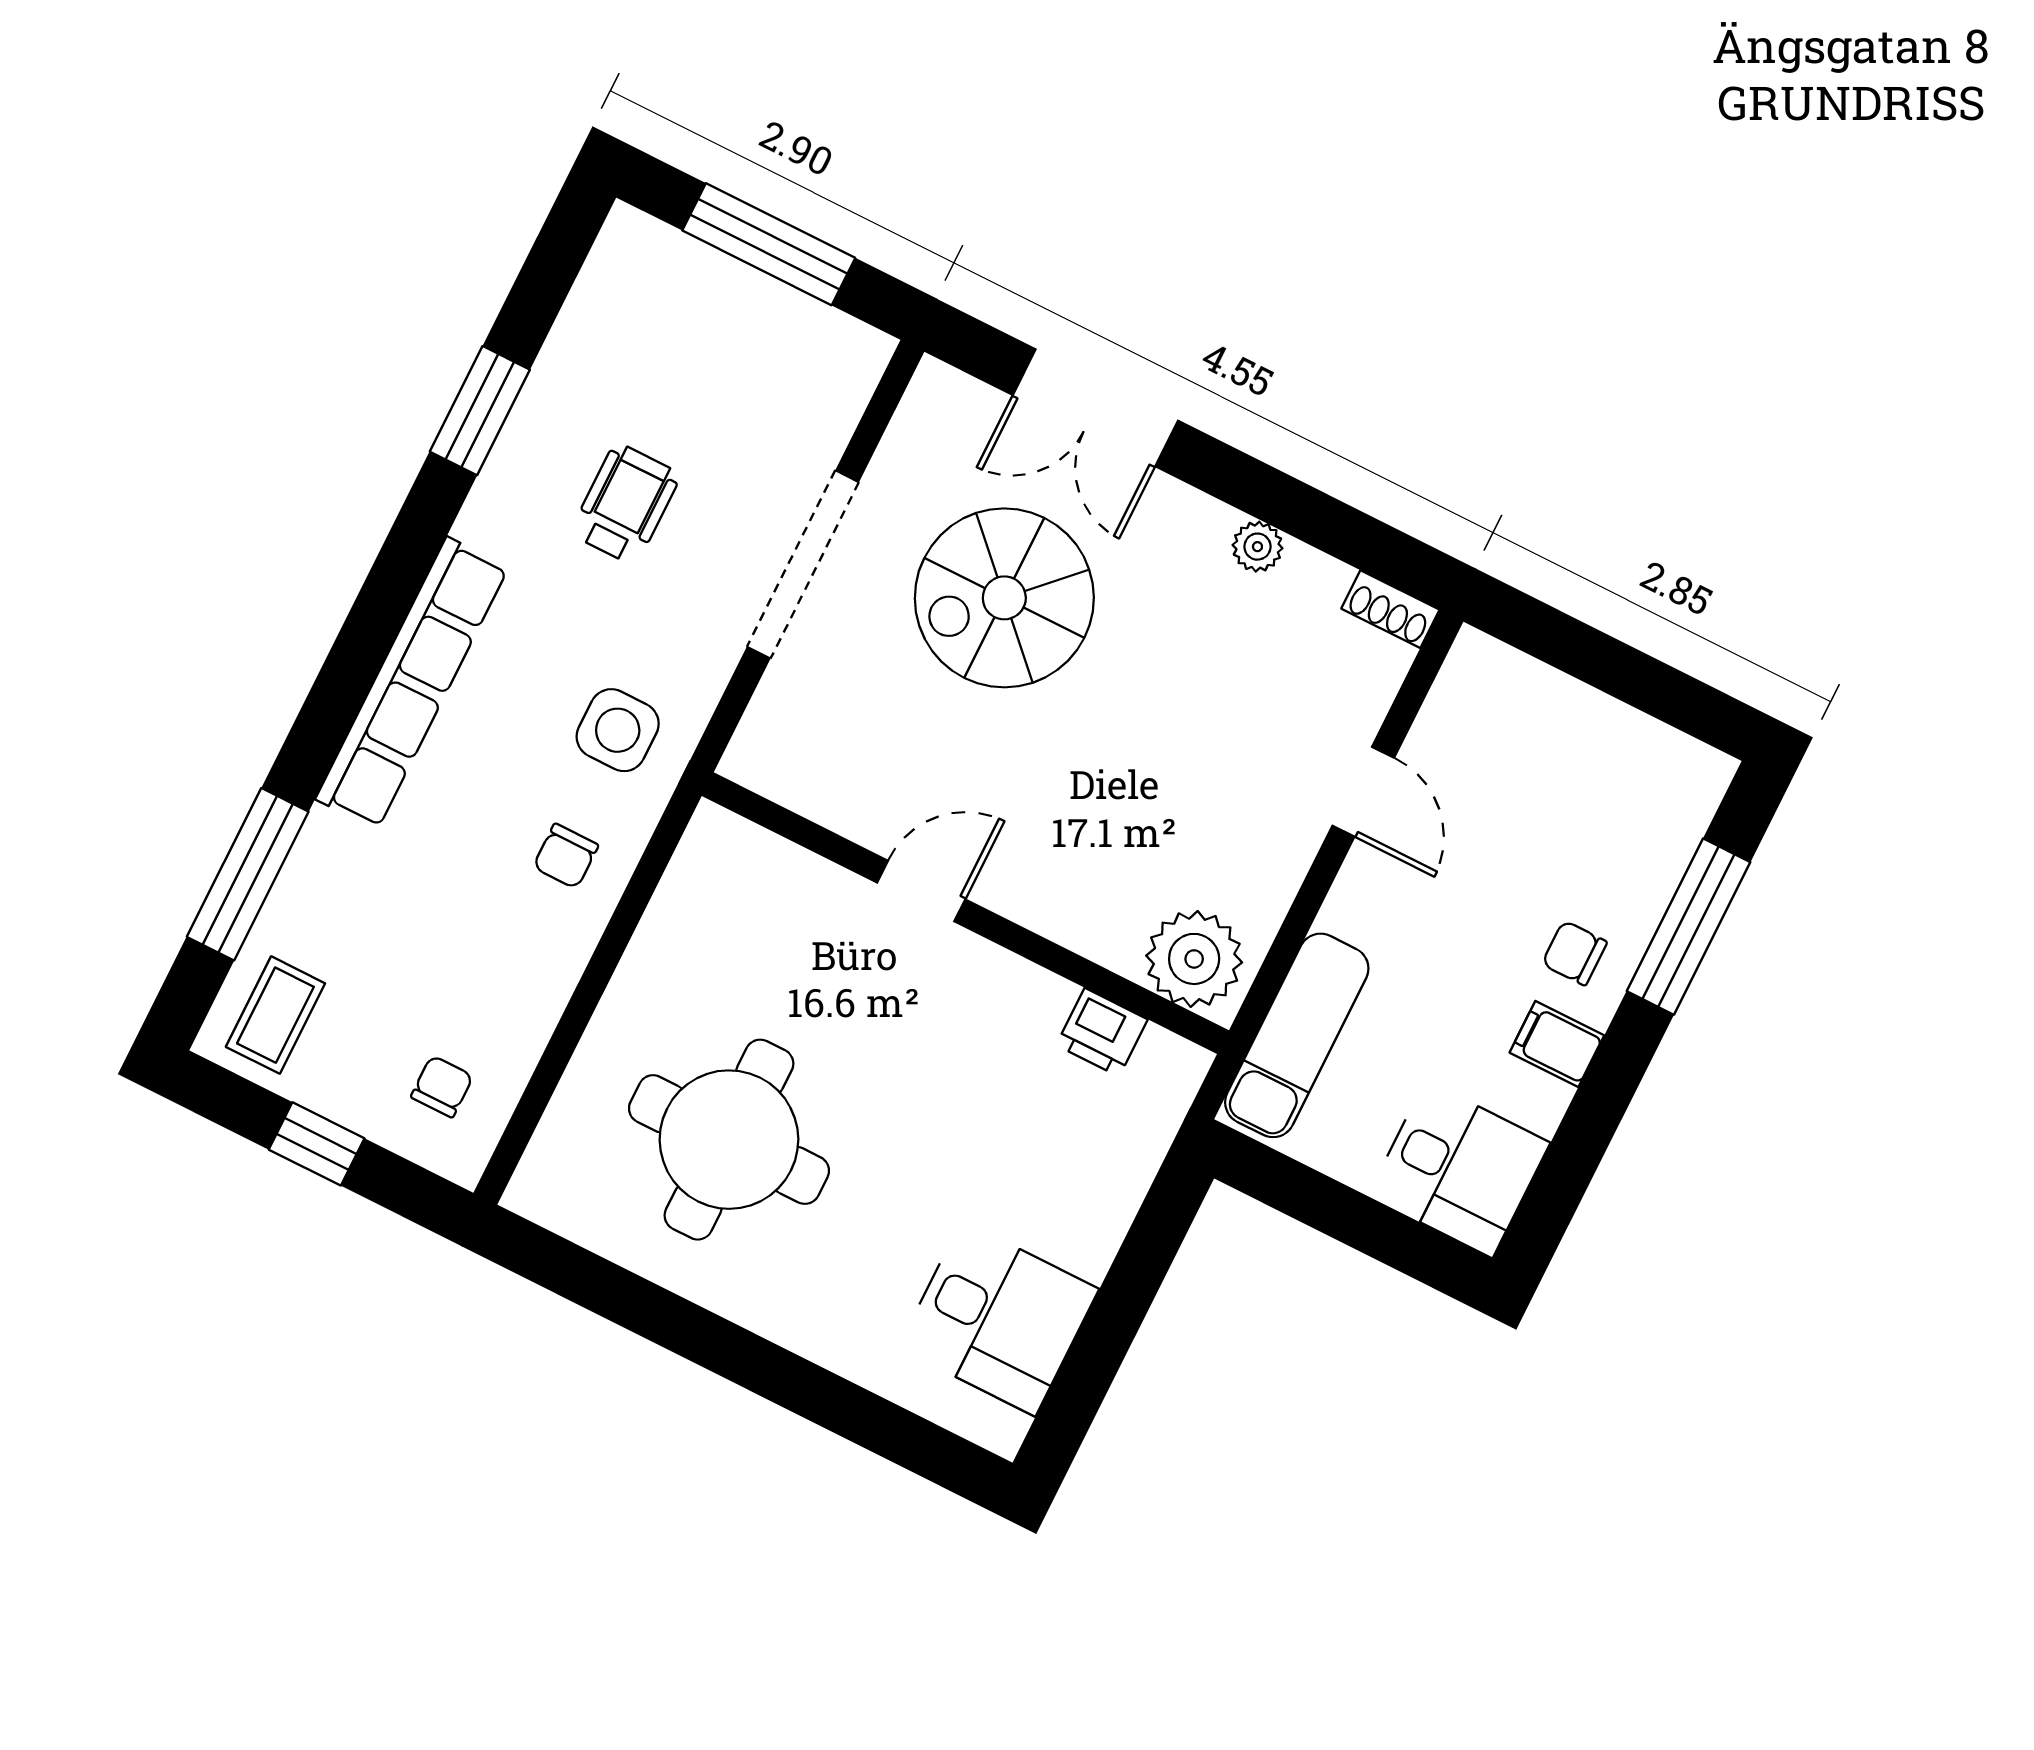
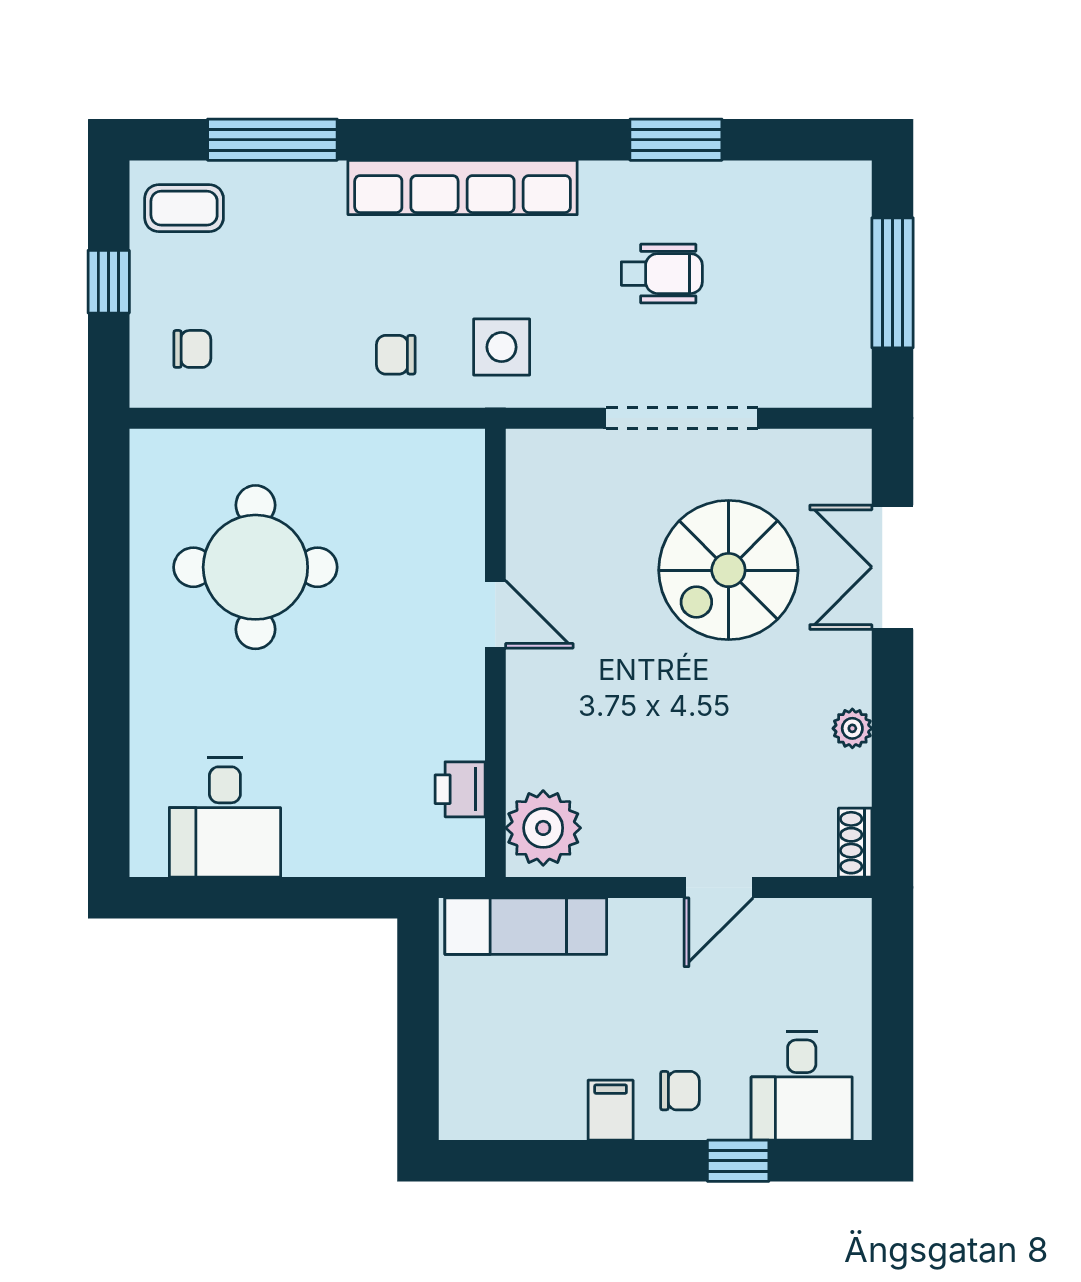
spiral stairs: (1004, 598) -> (728, 570), turned -90
window: (1688, 927) -> (738, 1161), width x0.46
chair: (1574, 953) -> (680, 1091), turned 90
desk: (1459, 1169) -> (802, 1086), moved

